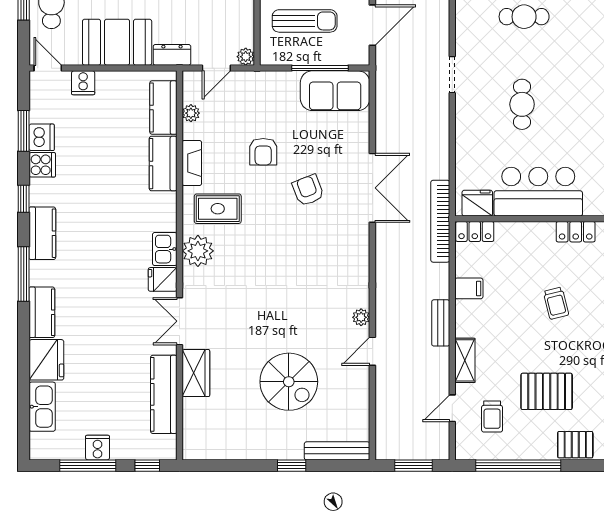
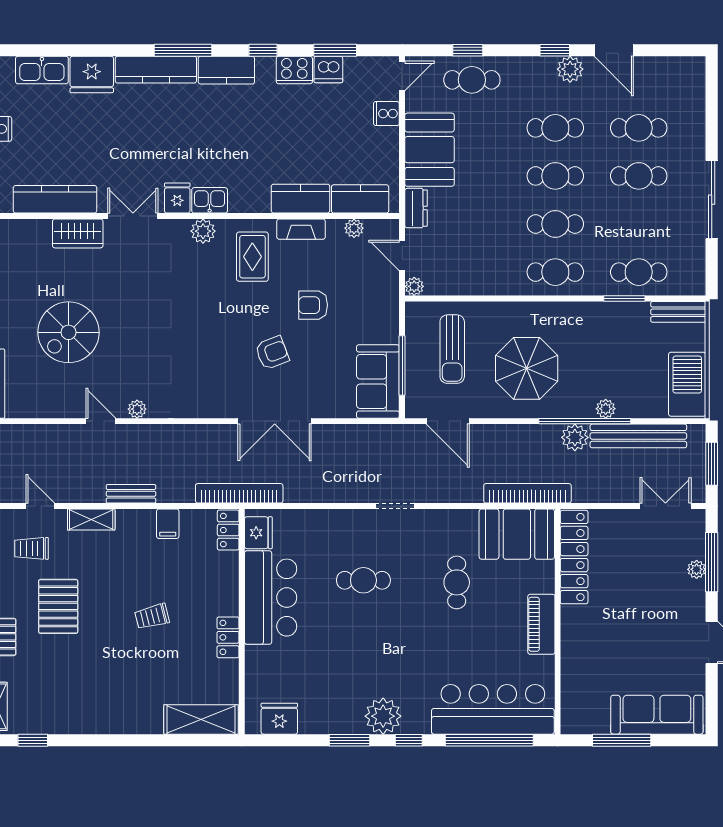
cooker: (42, 165) -> (294, 70), width x1.36
plant: (198, 251) -> (203, 231), width x0.73, depth x0.73
kitchen counter: (42, 312) -> (156, 70), width x1.50

